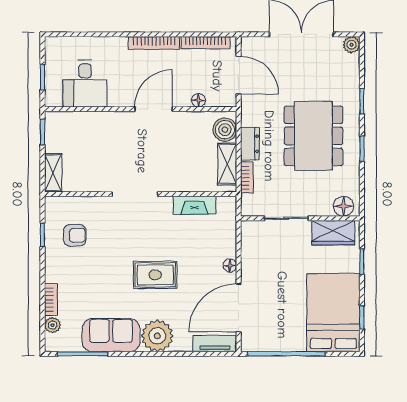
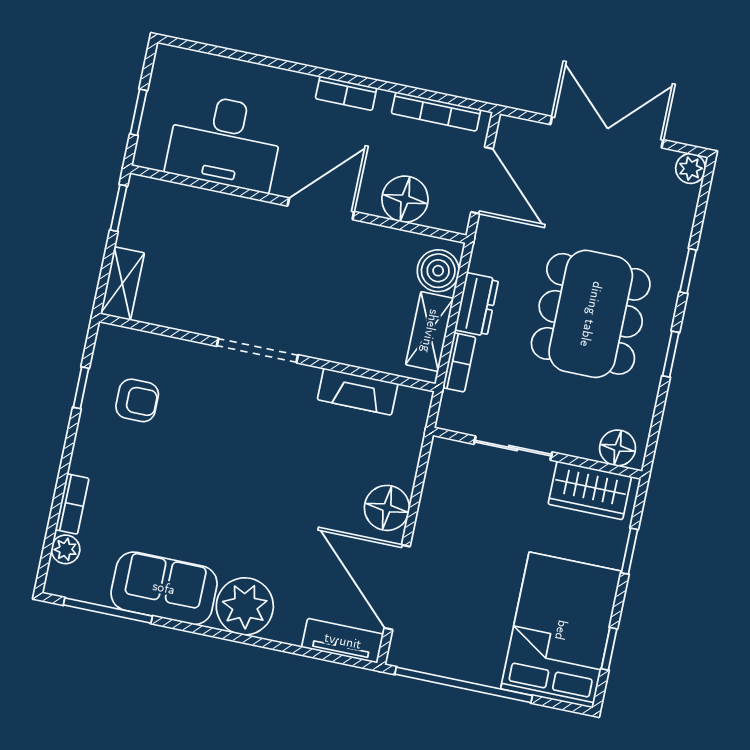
bookcase: (154, 43) -> (346, 93), width x0.64
desk: (85, 84) -> (225, 142), width x1.37
floor lamp: (198, 100) -> (405, 199), width x1.89, depth x1.89
floor lamp: (230, 266) -> (387, 508), width x1.89, depth x1.89
rug: (155, 275) -> (263, 499), removed
door: (239, 308) -> (397, 587), hinge flipped

